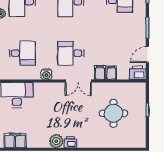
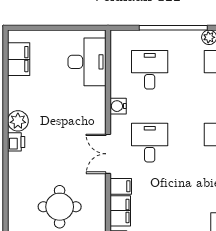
desk: (22, 53) -> (150, 70), turned 180
filing cabinet: (111, 73) -> (120, 211), width x2.00

